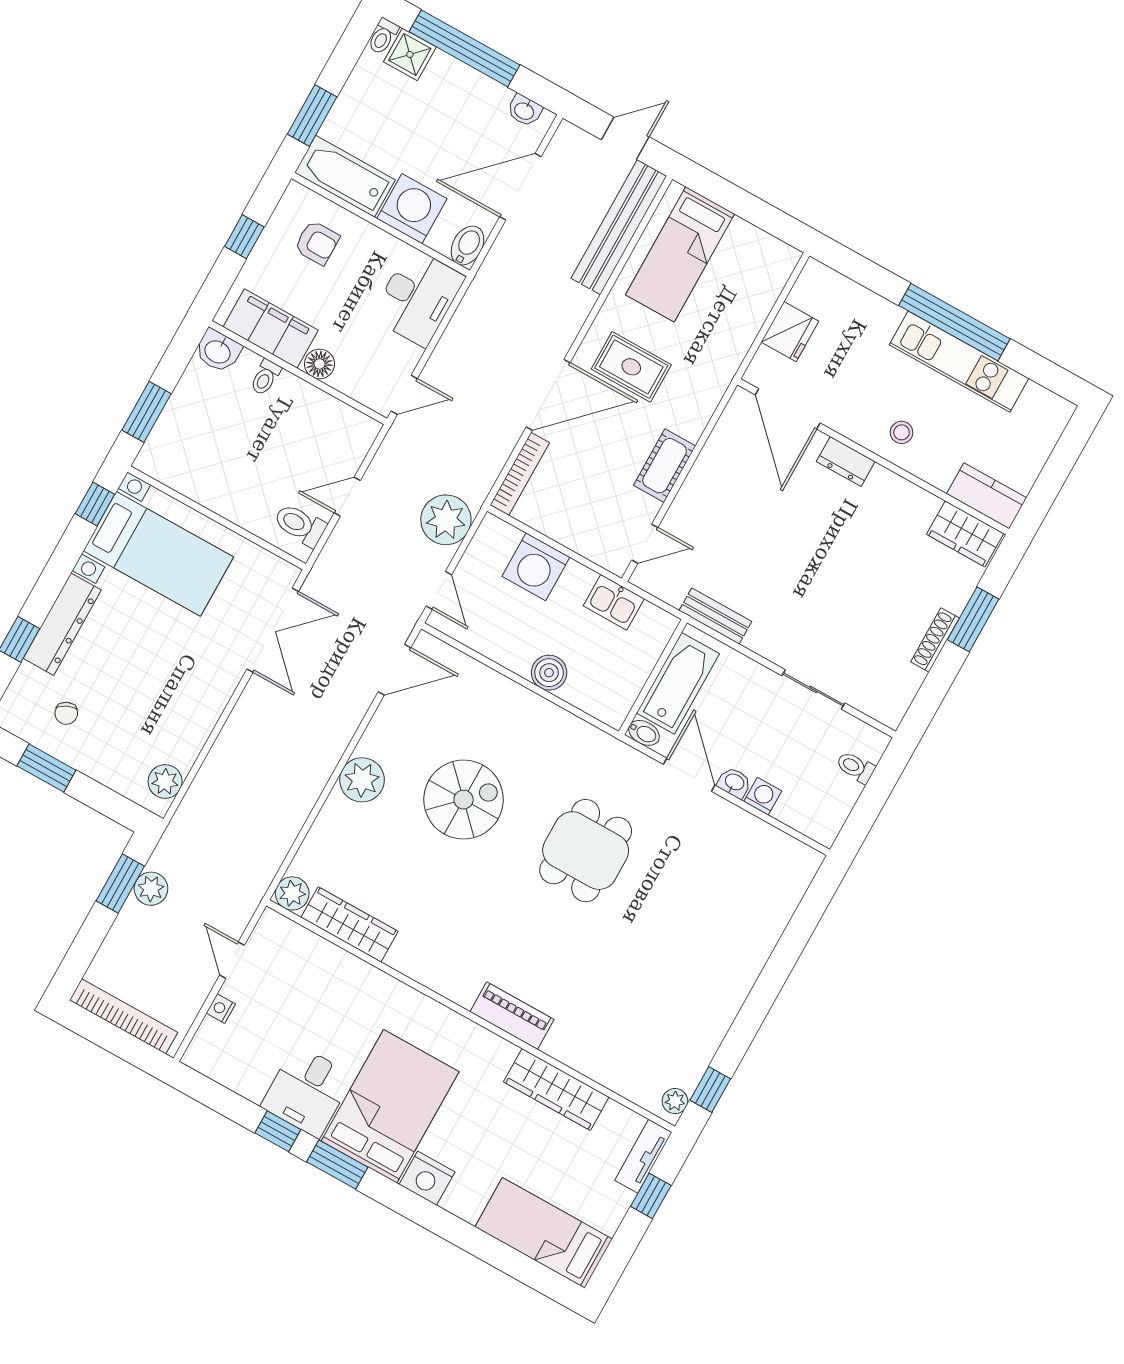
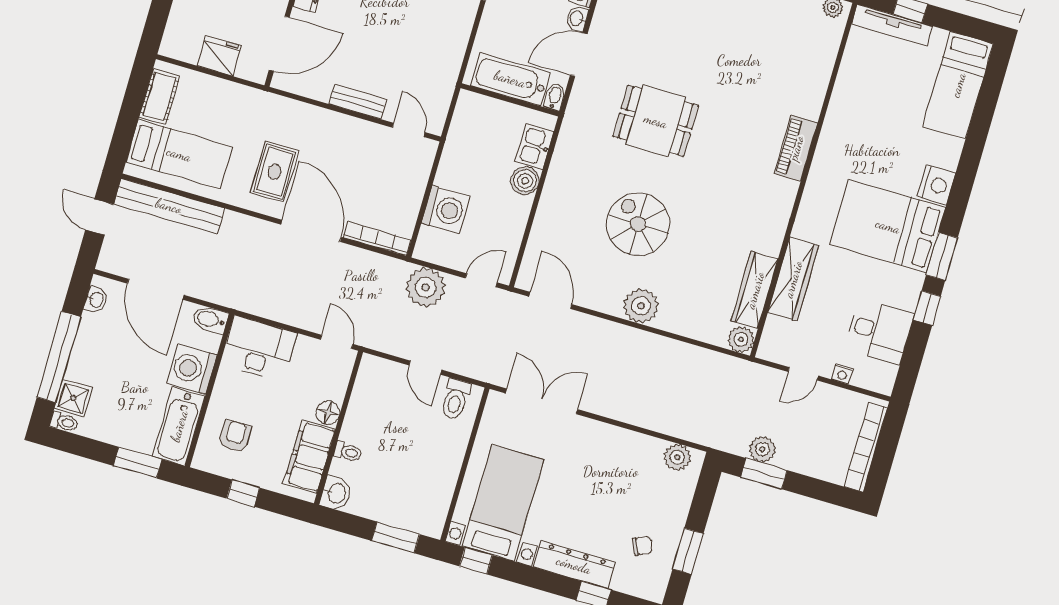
cot: (665, 466) -> (159, 97), moved, turned 90
kitchen sink: (614, 602) -> (535, 146), moved, turned 180
bench: (715, 616) -> (358, 102), moved, turned 90
wardrobe: (556, 1089) -> (793, 279), moved
desk: (307, 1091) -> (879, 331), moved
tv unit: (643, 1156) -> (892, 25), width x1.41

